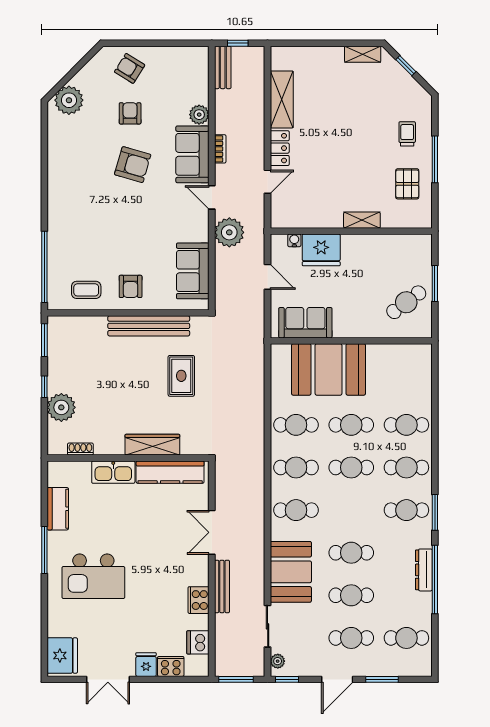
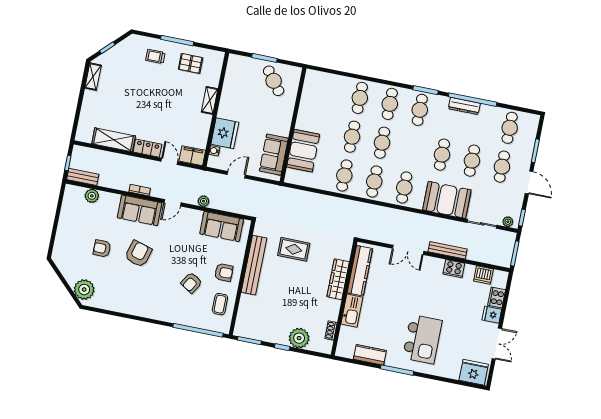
armchair: (130, 68) -> (191, 283), moved
plant: (199, 115) -> (92, 196), moved
filing cabinet: (282, 212) -> (192, 156), added
plant: (229, 232) -> (203, 201), width x0.53, depth x0.53
booth: (328, 369) -> (303, 151), width x0.73, depth x0.70

